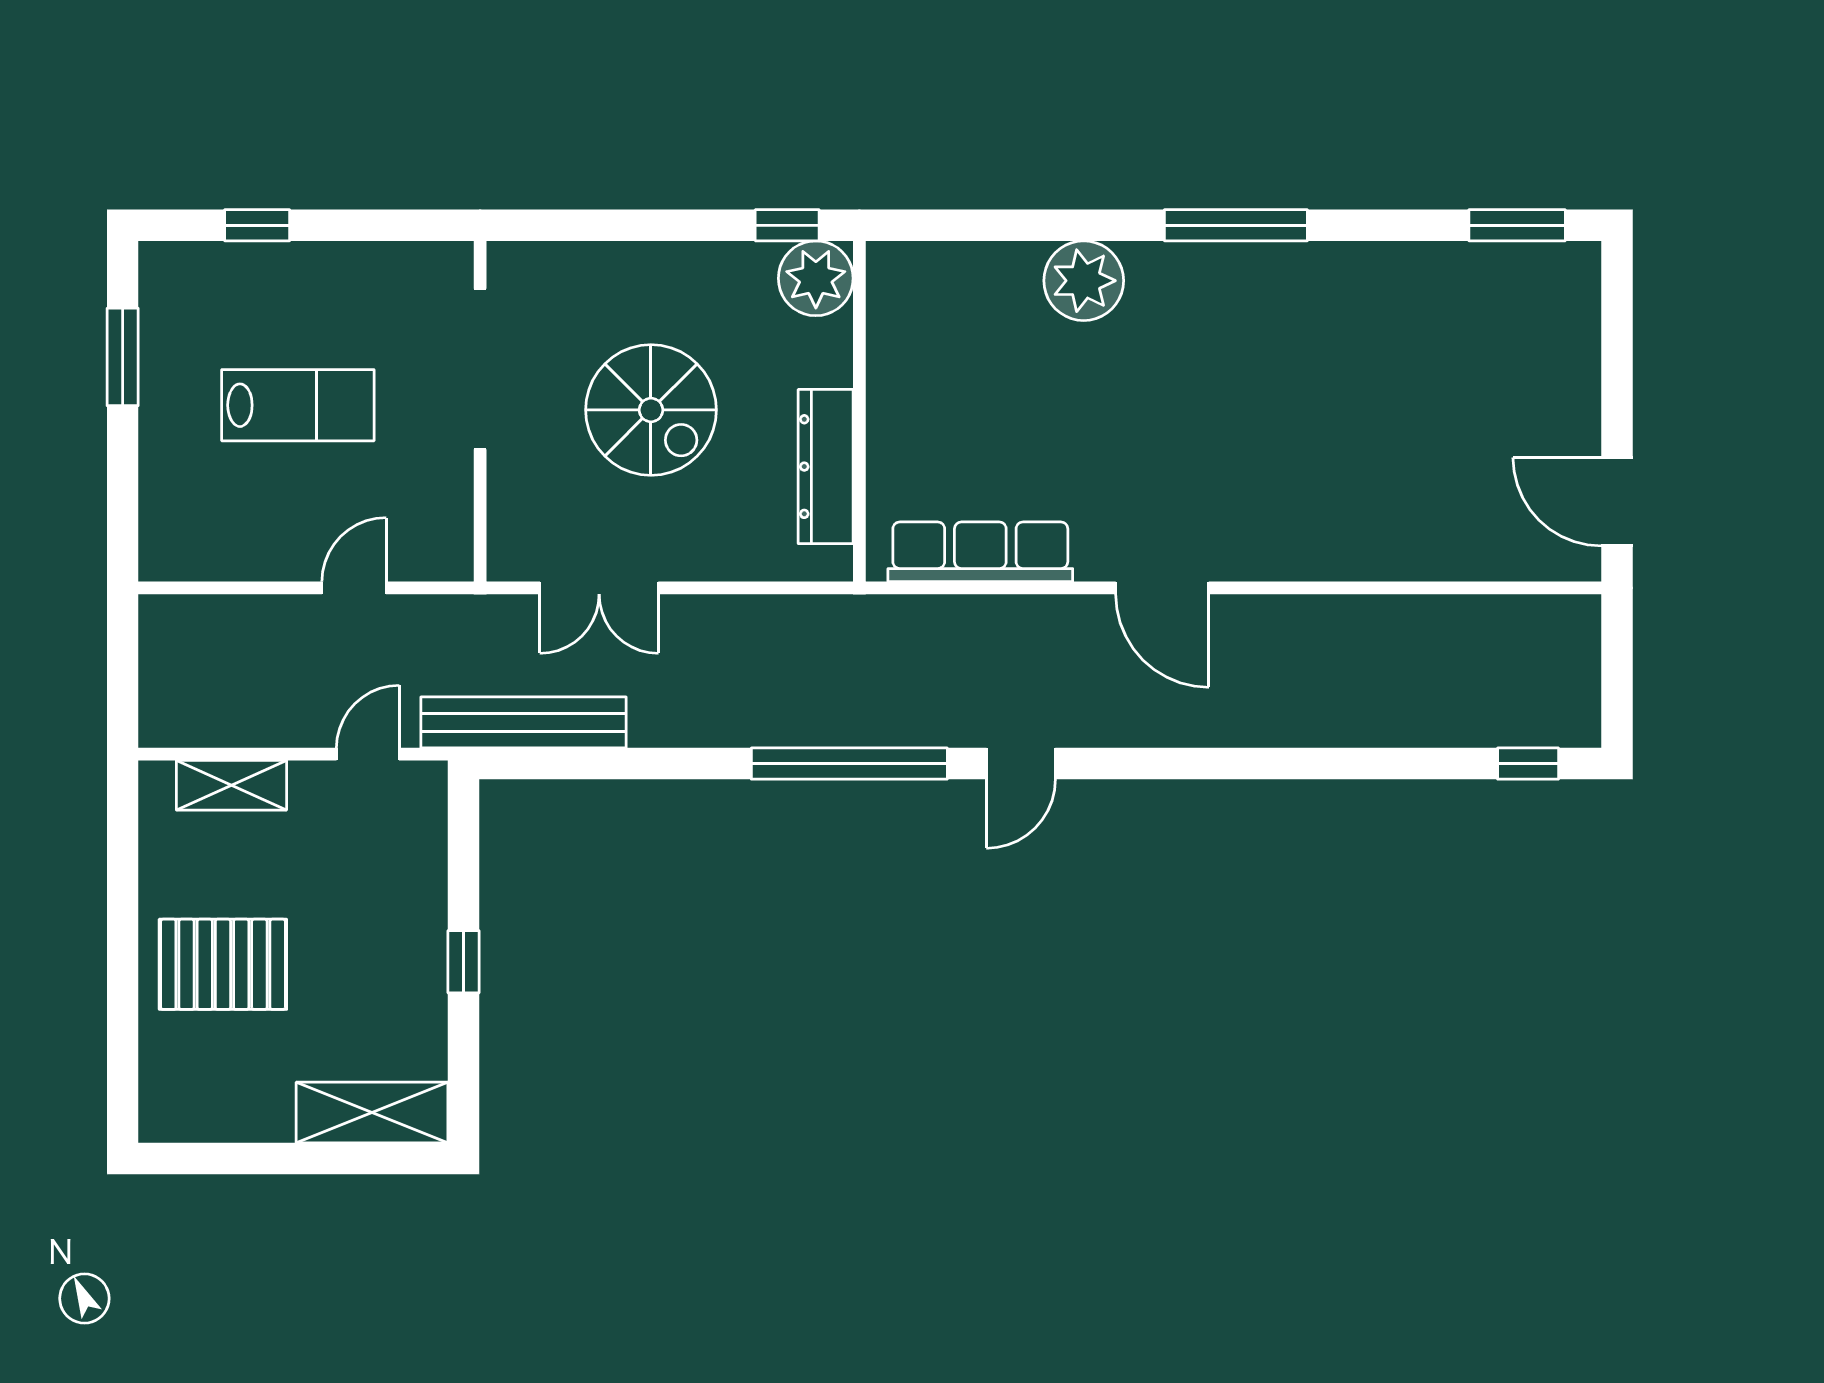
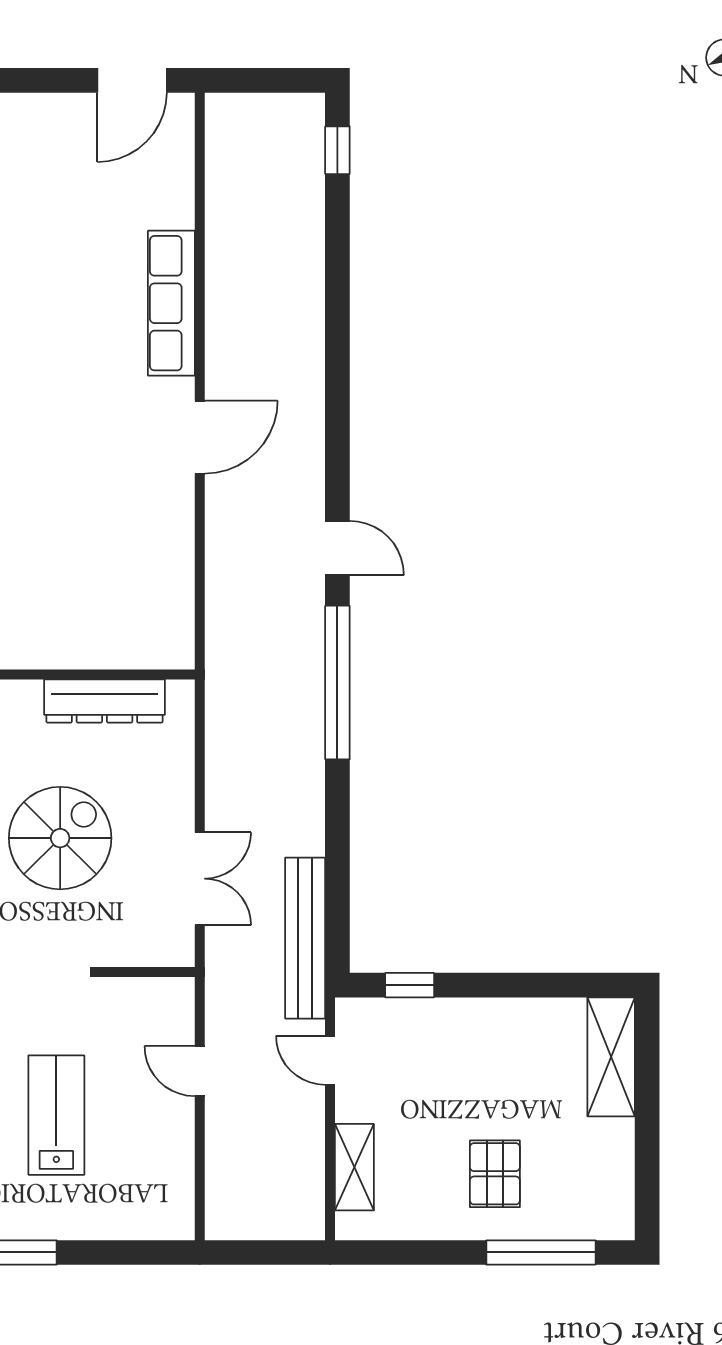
row of seats: (980, 552) -> (171, 303), moved
window: (463, 962) -> (410, 985), moved
pallet: (223, 964) -> (495, 1174), width x0.67, depth x0.71
window: (123, 1023) -> (541, 1252), added

